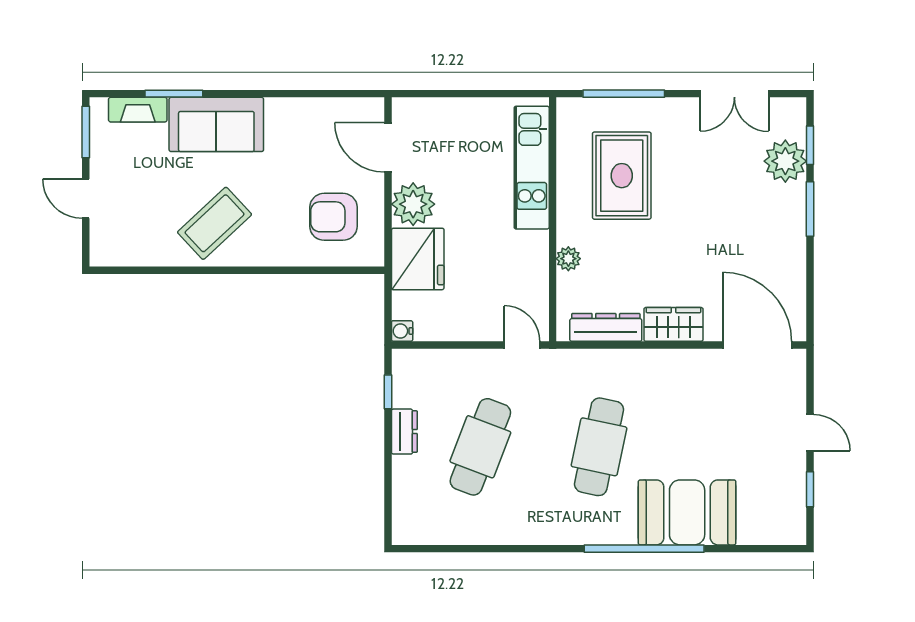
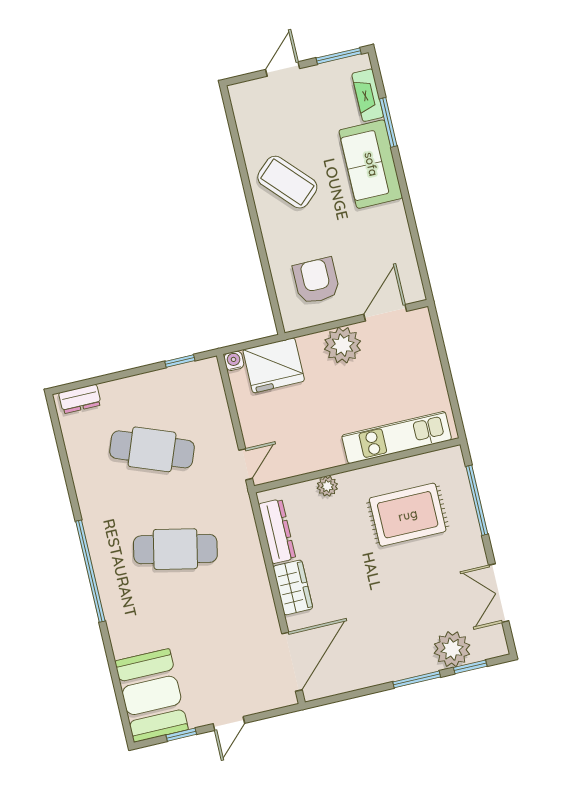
fridge: (418, 259) -> (274, 365), moved
dresser: (404, 432) -> (80, 399), moved
booth: (687, 512) -> (152, 695), moved
window: (644, 549) -> (90, 571), moved

